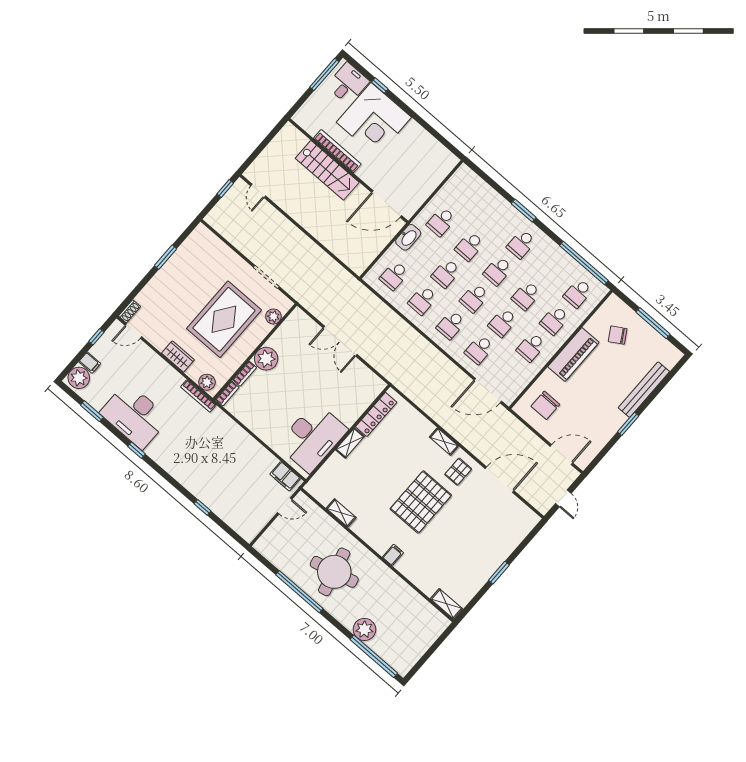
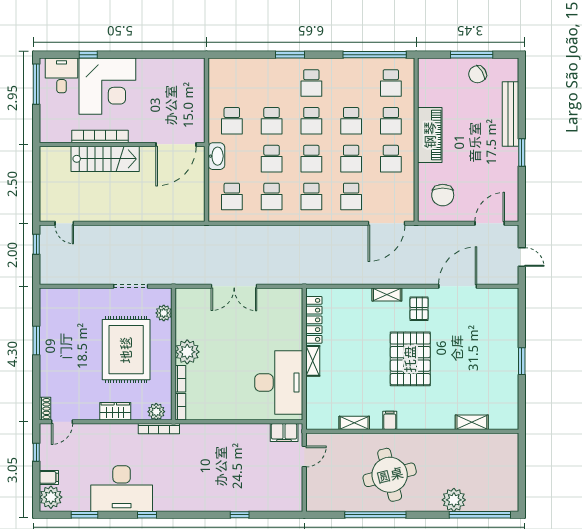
chair: (618, 335) -> (478, 74), moved
filing cabinet: (393, 555) -> (390, 420), moved
shelving: (446, 604) -> (472, 422), moved

